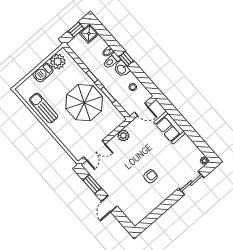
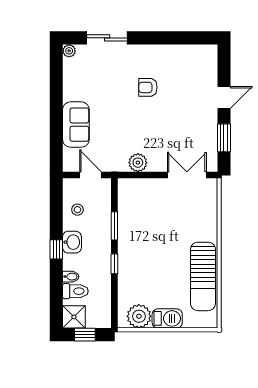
toilet: (112, 61) -> (75, 291), moved
parasol: (84, 103) -> (150, 241), removed
sun lounger: (44, 108) -> (203, 276), width x1.36, depth x1.34

